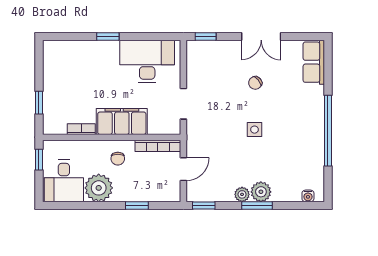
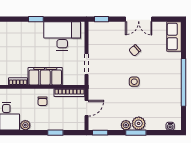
plant: (99, 188) -> (25, 125), width x0.53, depth x0.53

